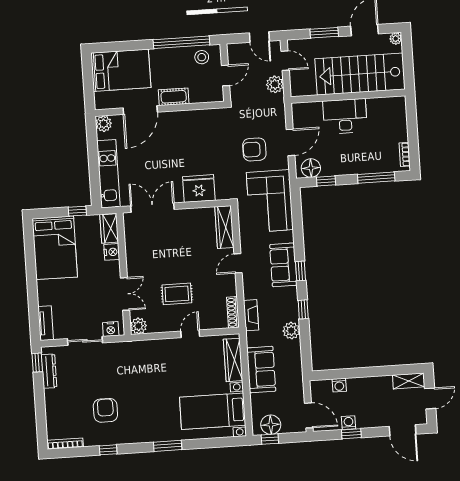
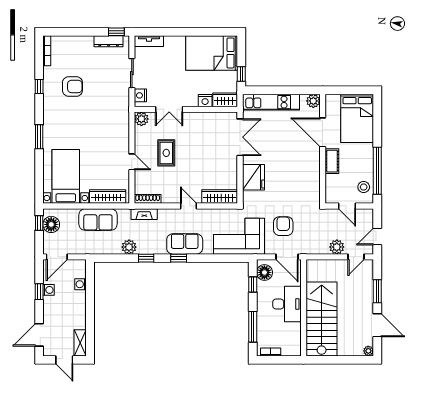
stairs: (360, 74) -> (322, 319), moved
wall: (348, 96) -> (304, 308), moved
desk: (345, 116) -> (287, 304), moved

